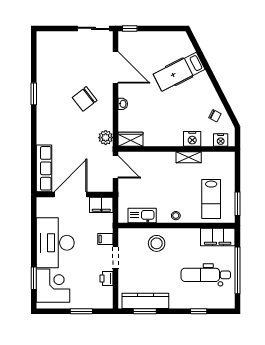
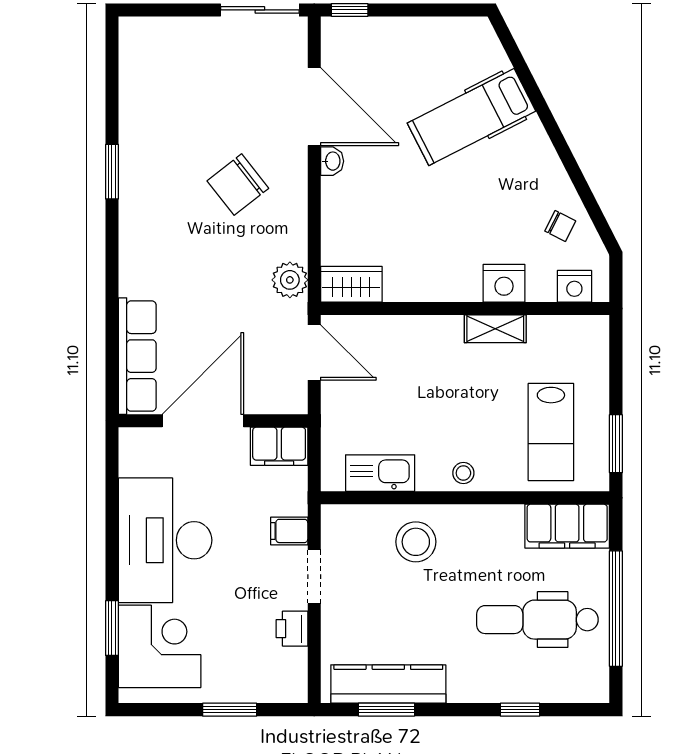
washbasin: (123, 104) -> (332, 161), moved

